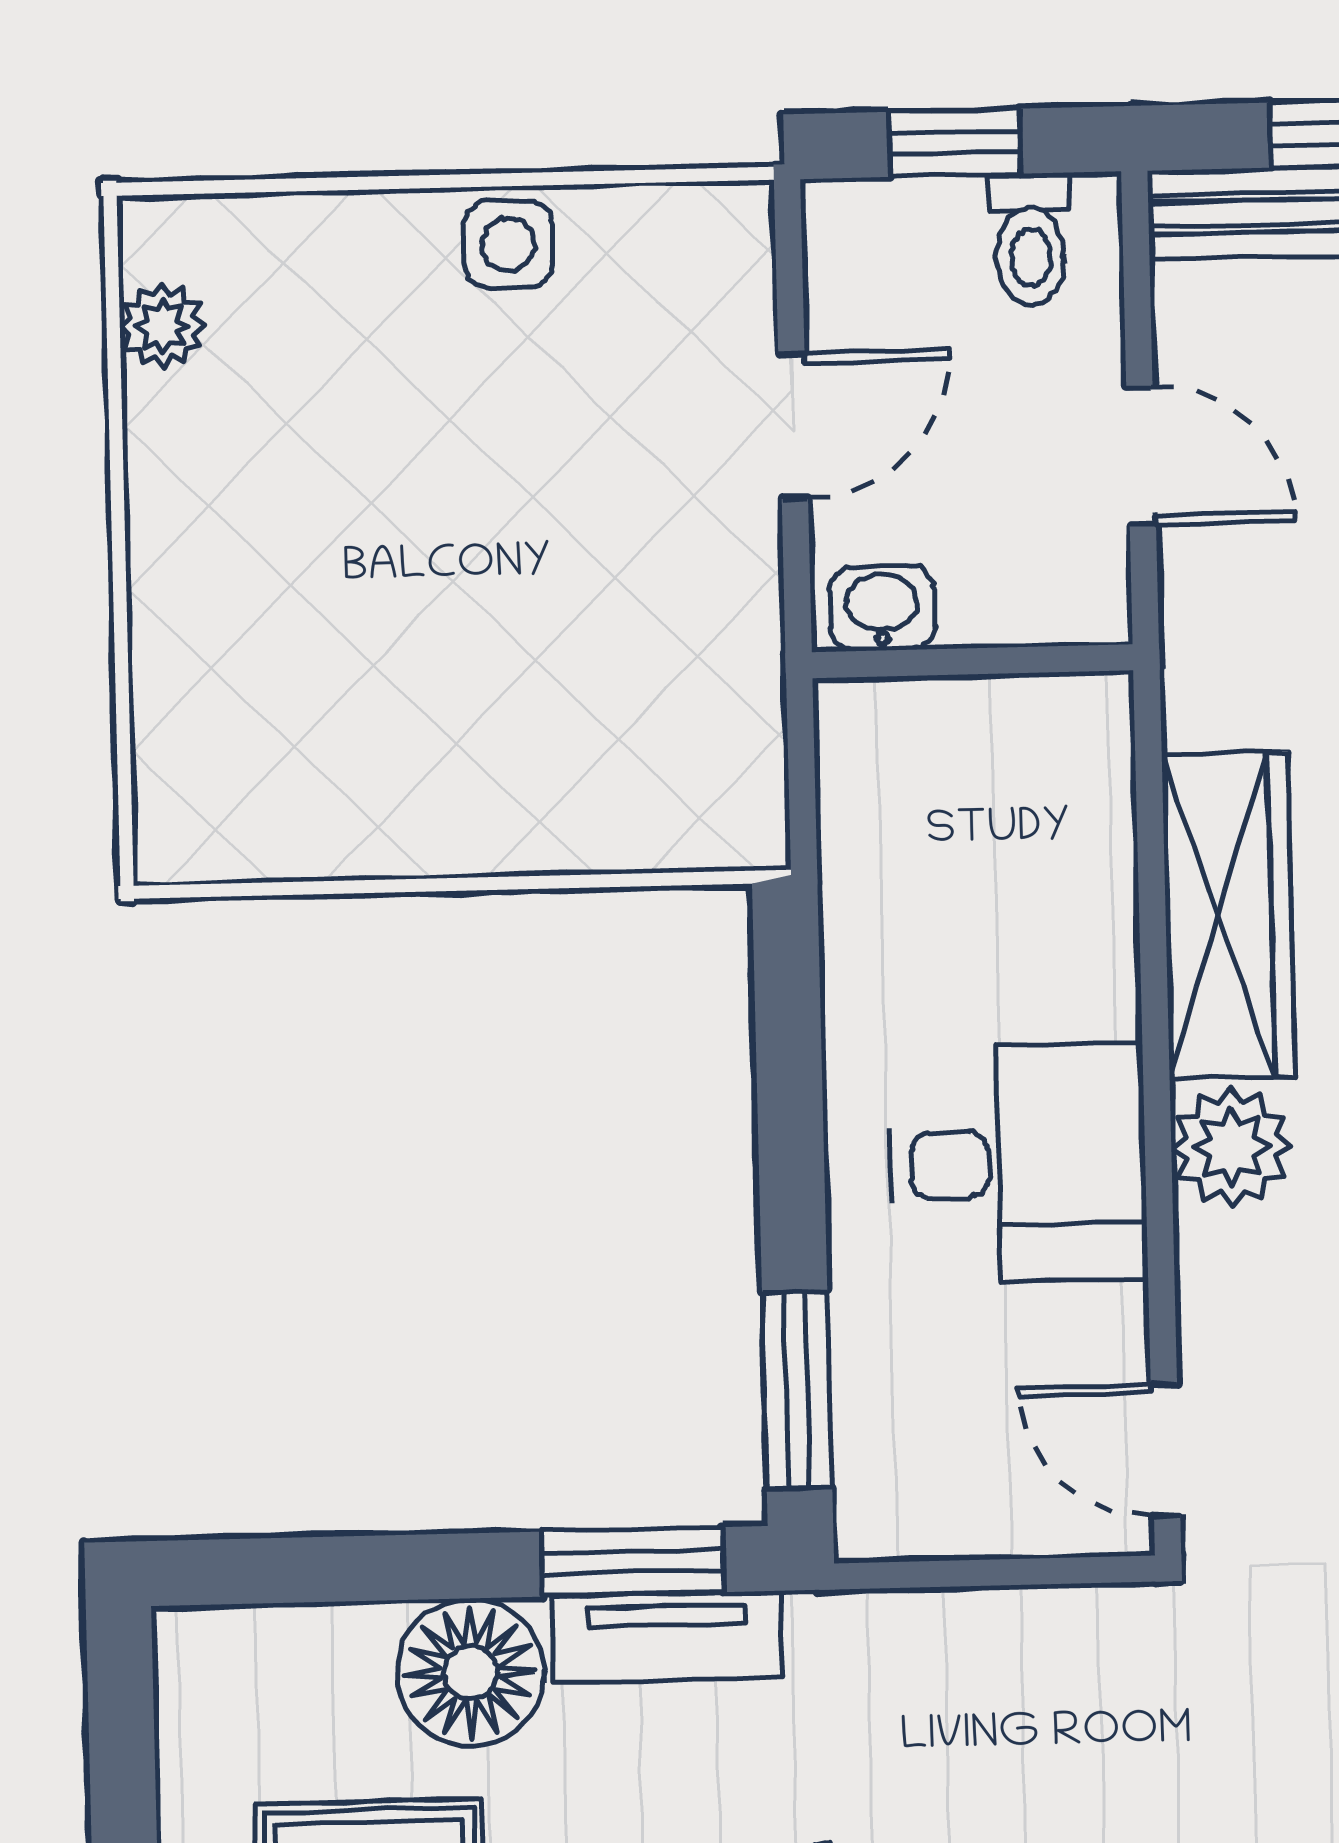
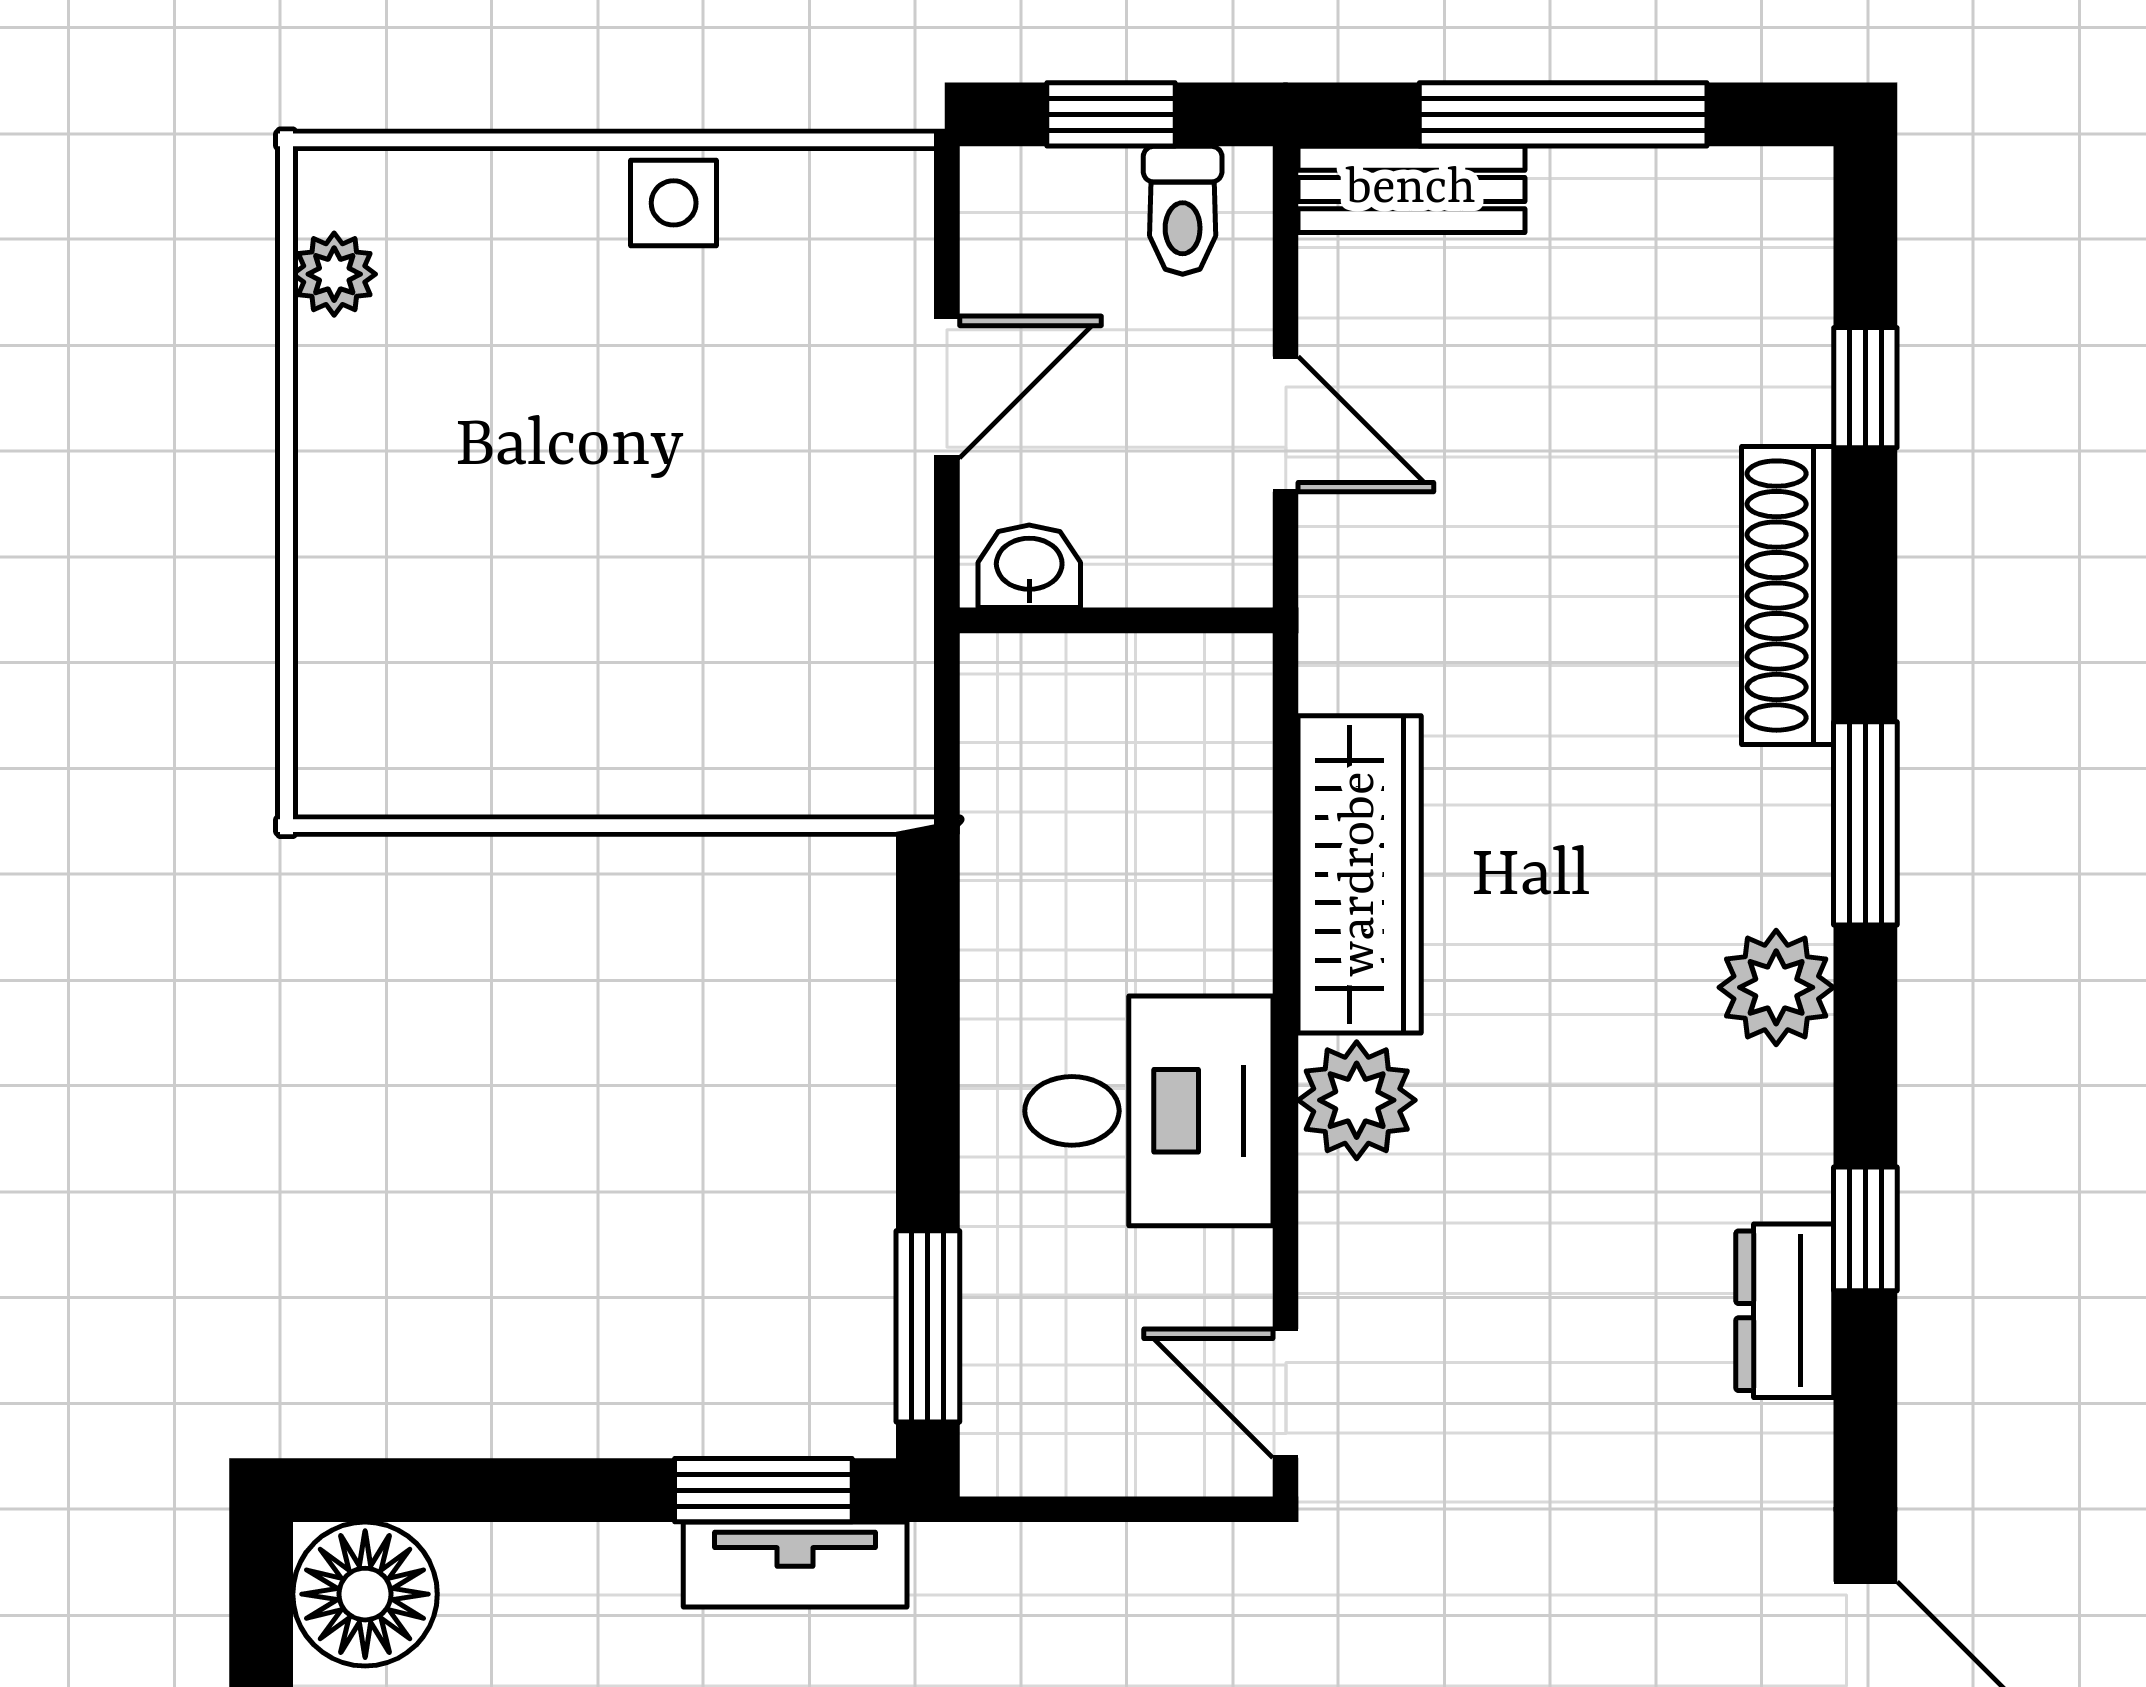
floor lamp: (471, 1672) -> (365, 1594), moved

